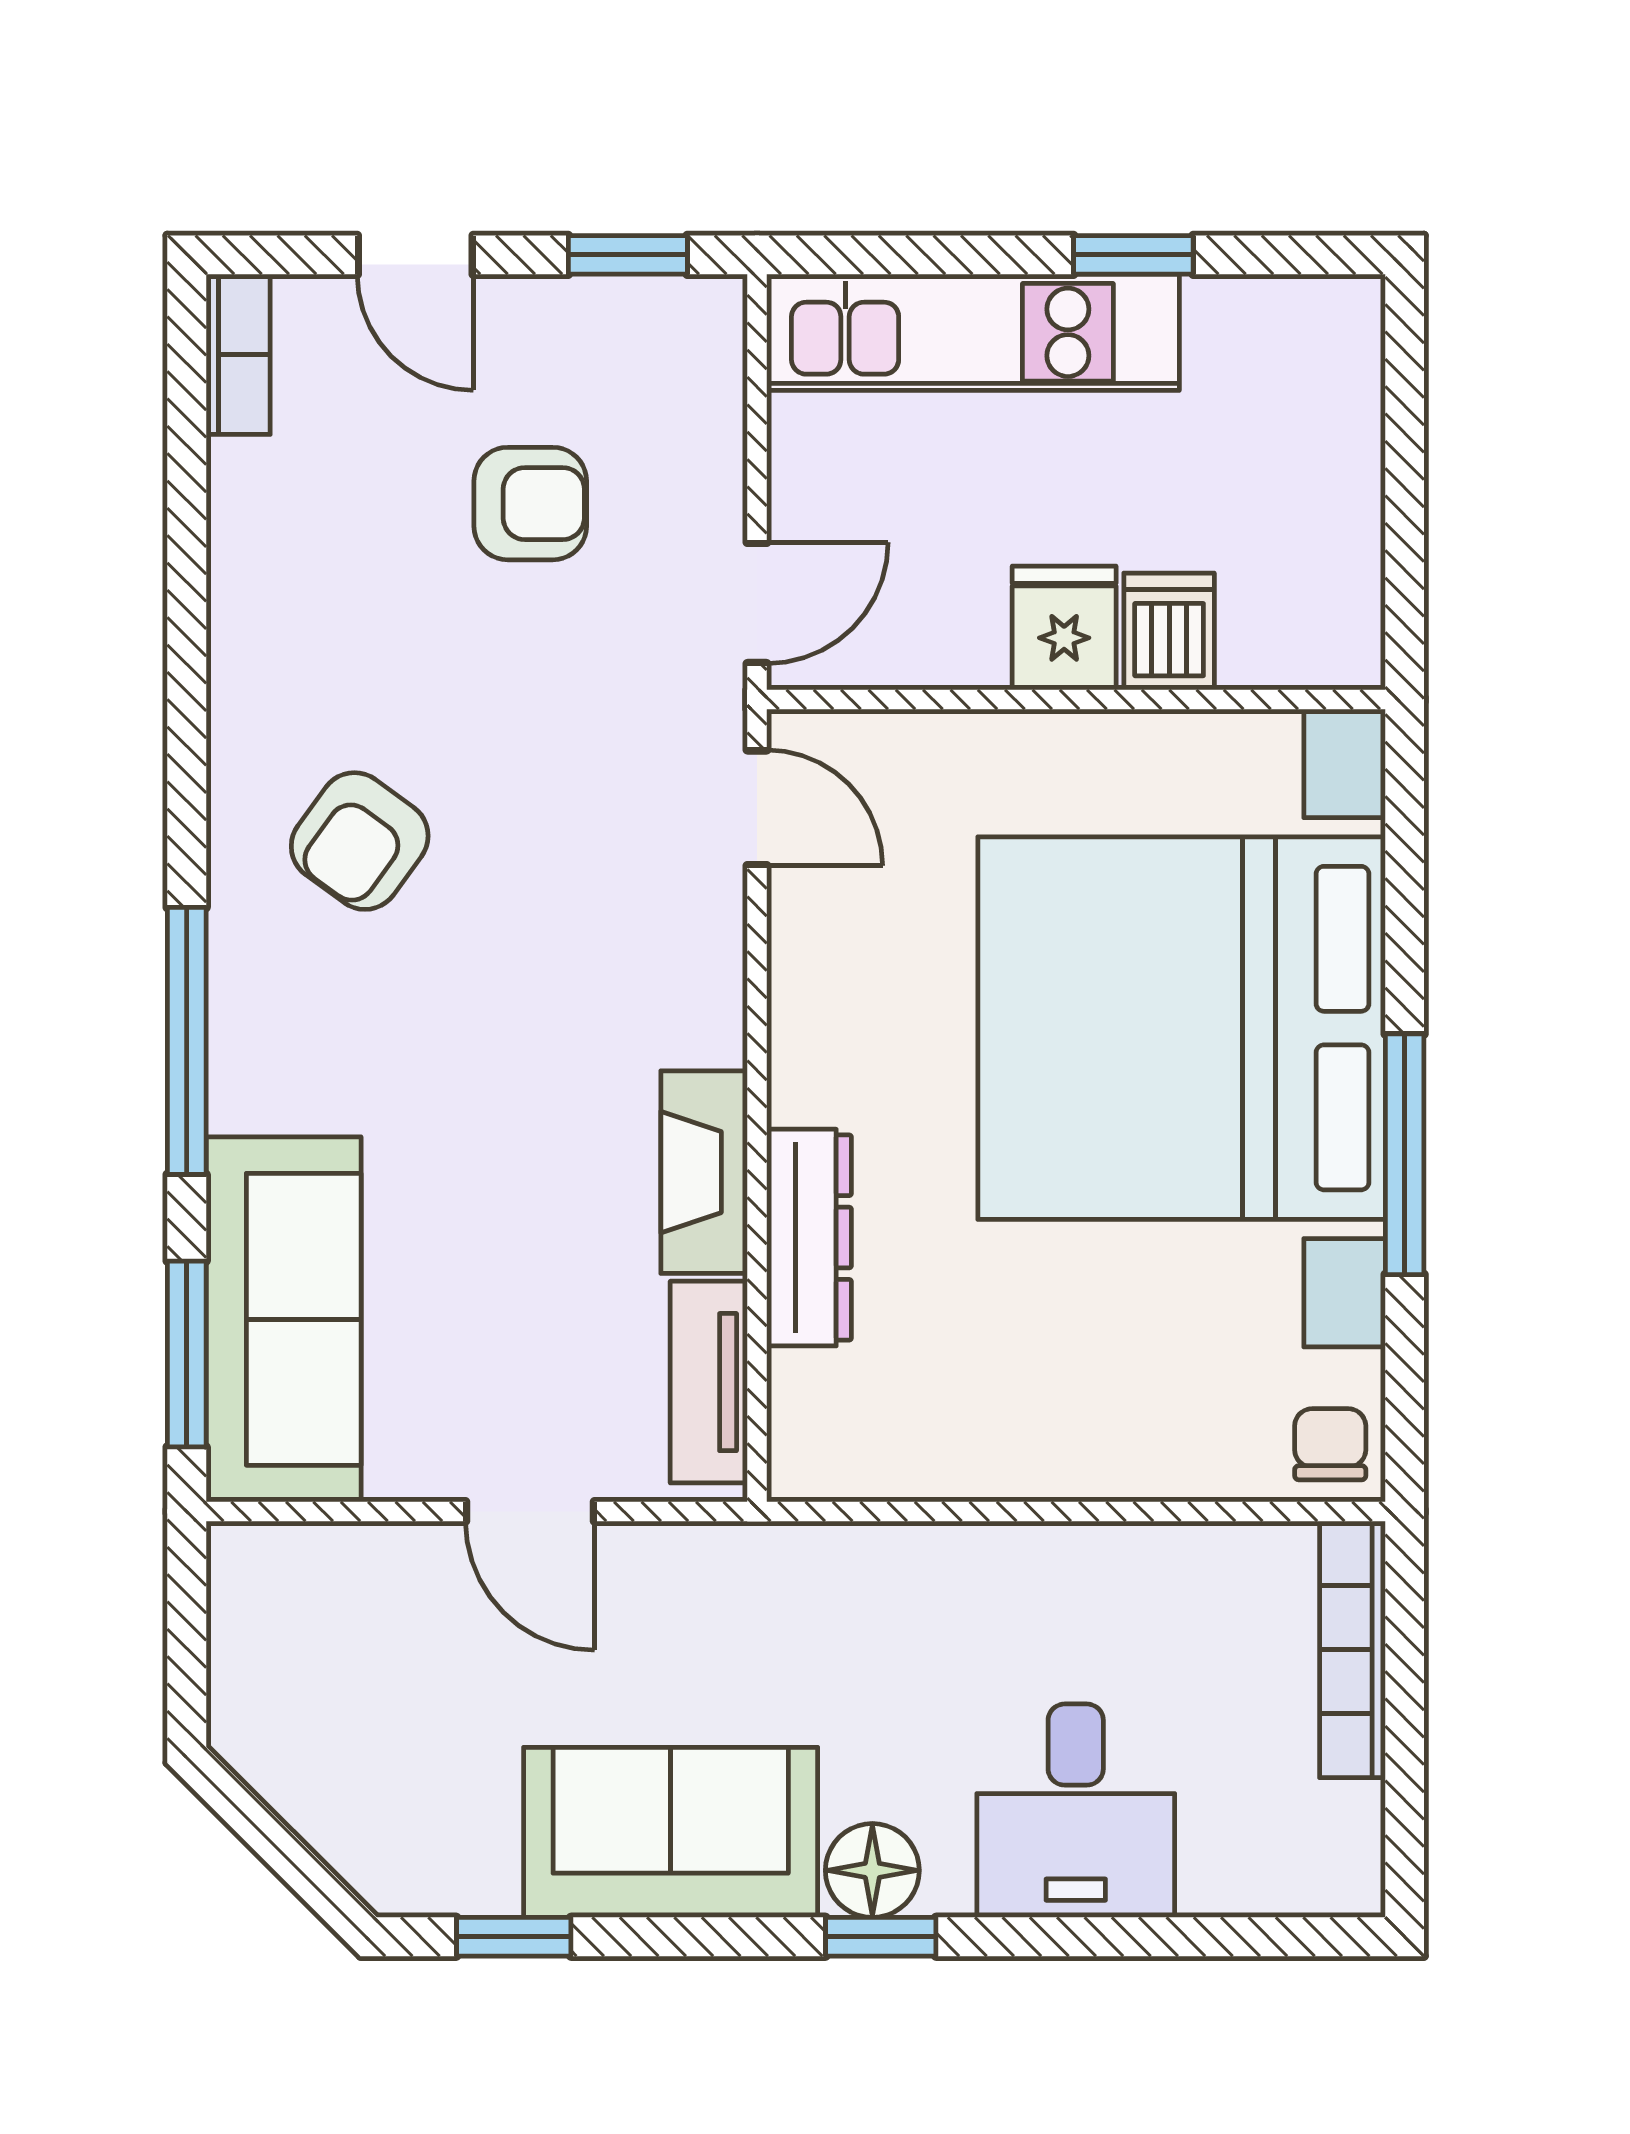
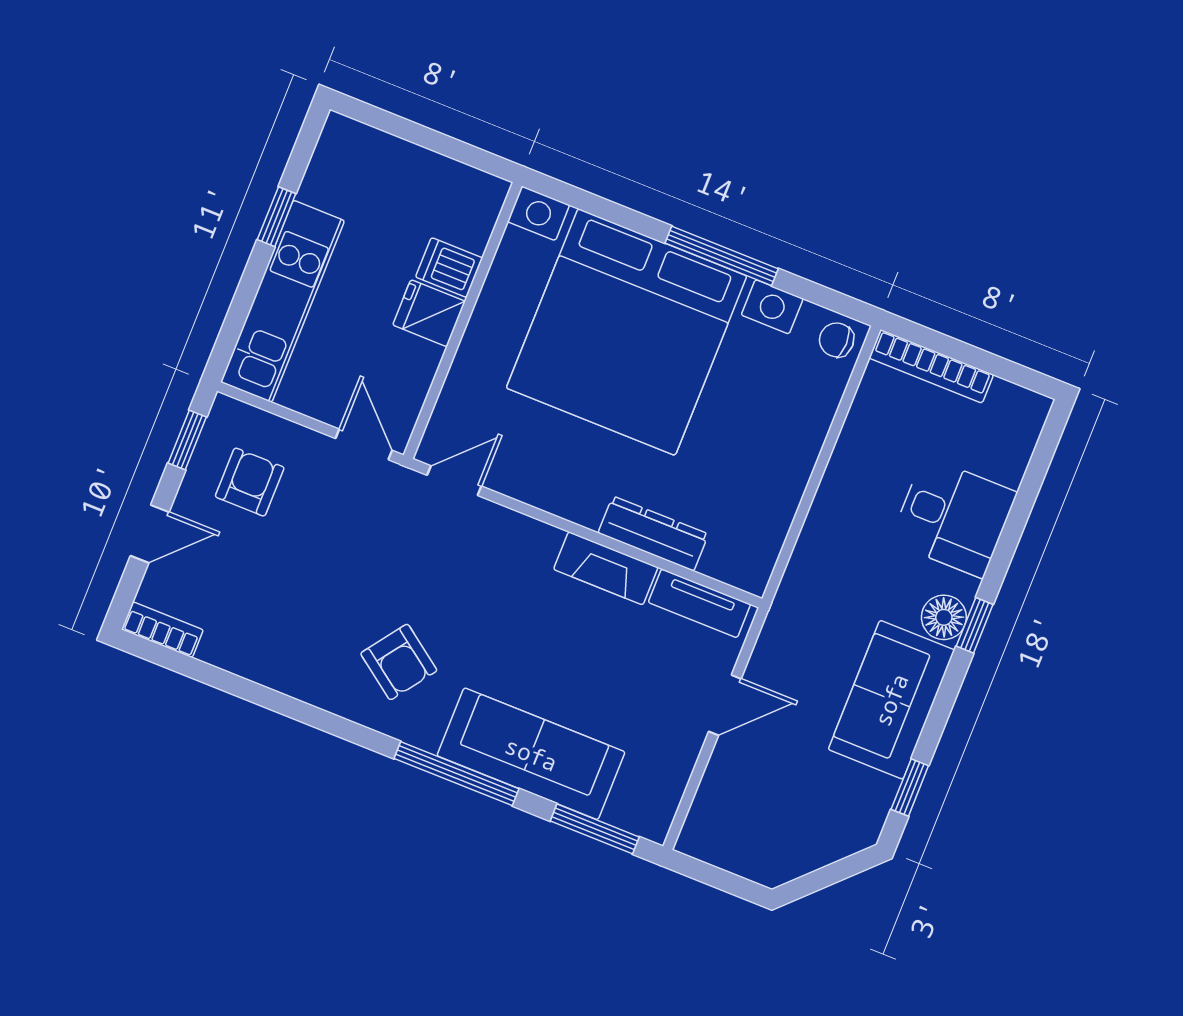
armchair: (530, 504) -> (250, 482), moved
sofa: (284, 1319) -> (531, 754), moved

